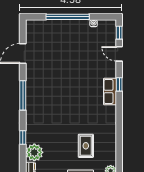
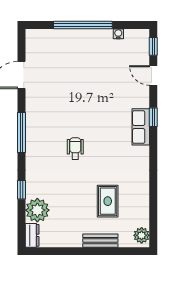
wheelchair: (62, 107) -> (75, 148), added

